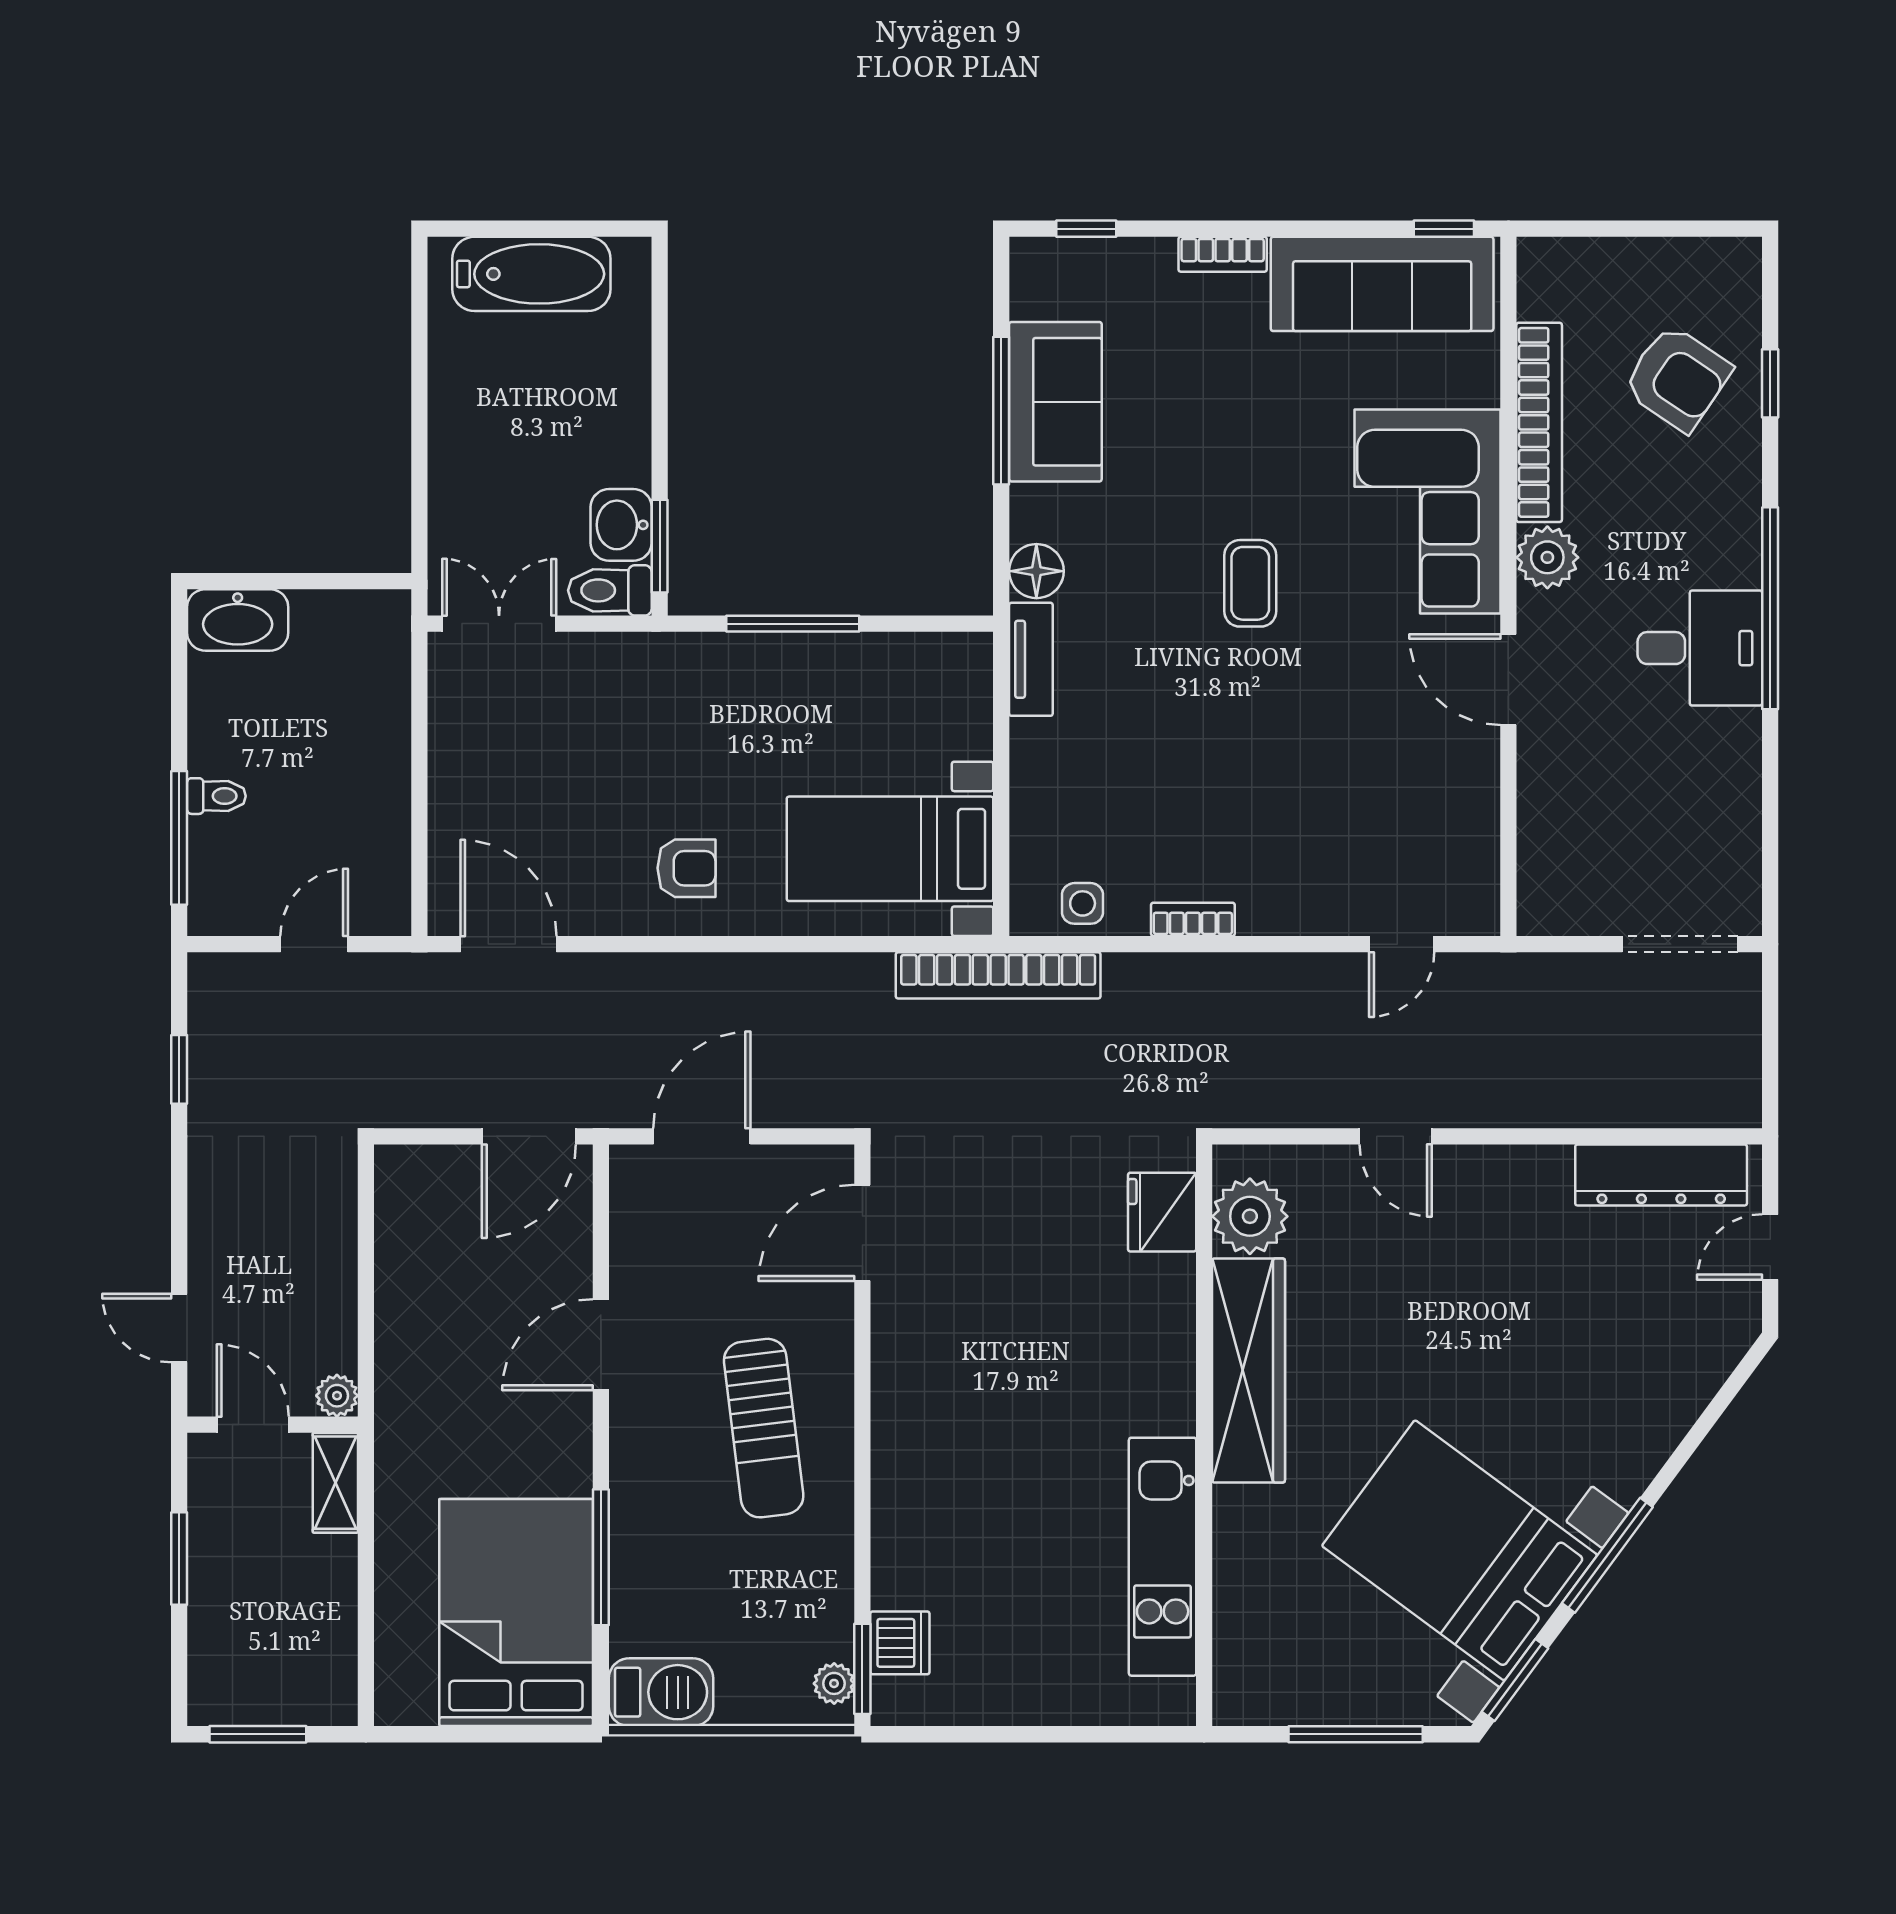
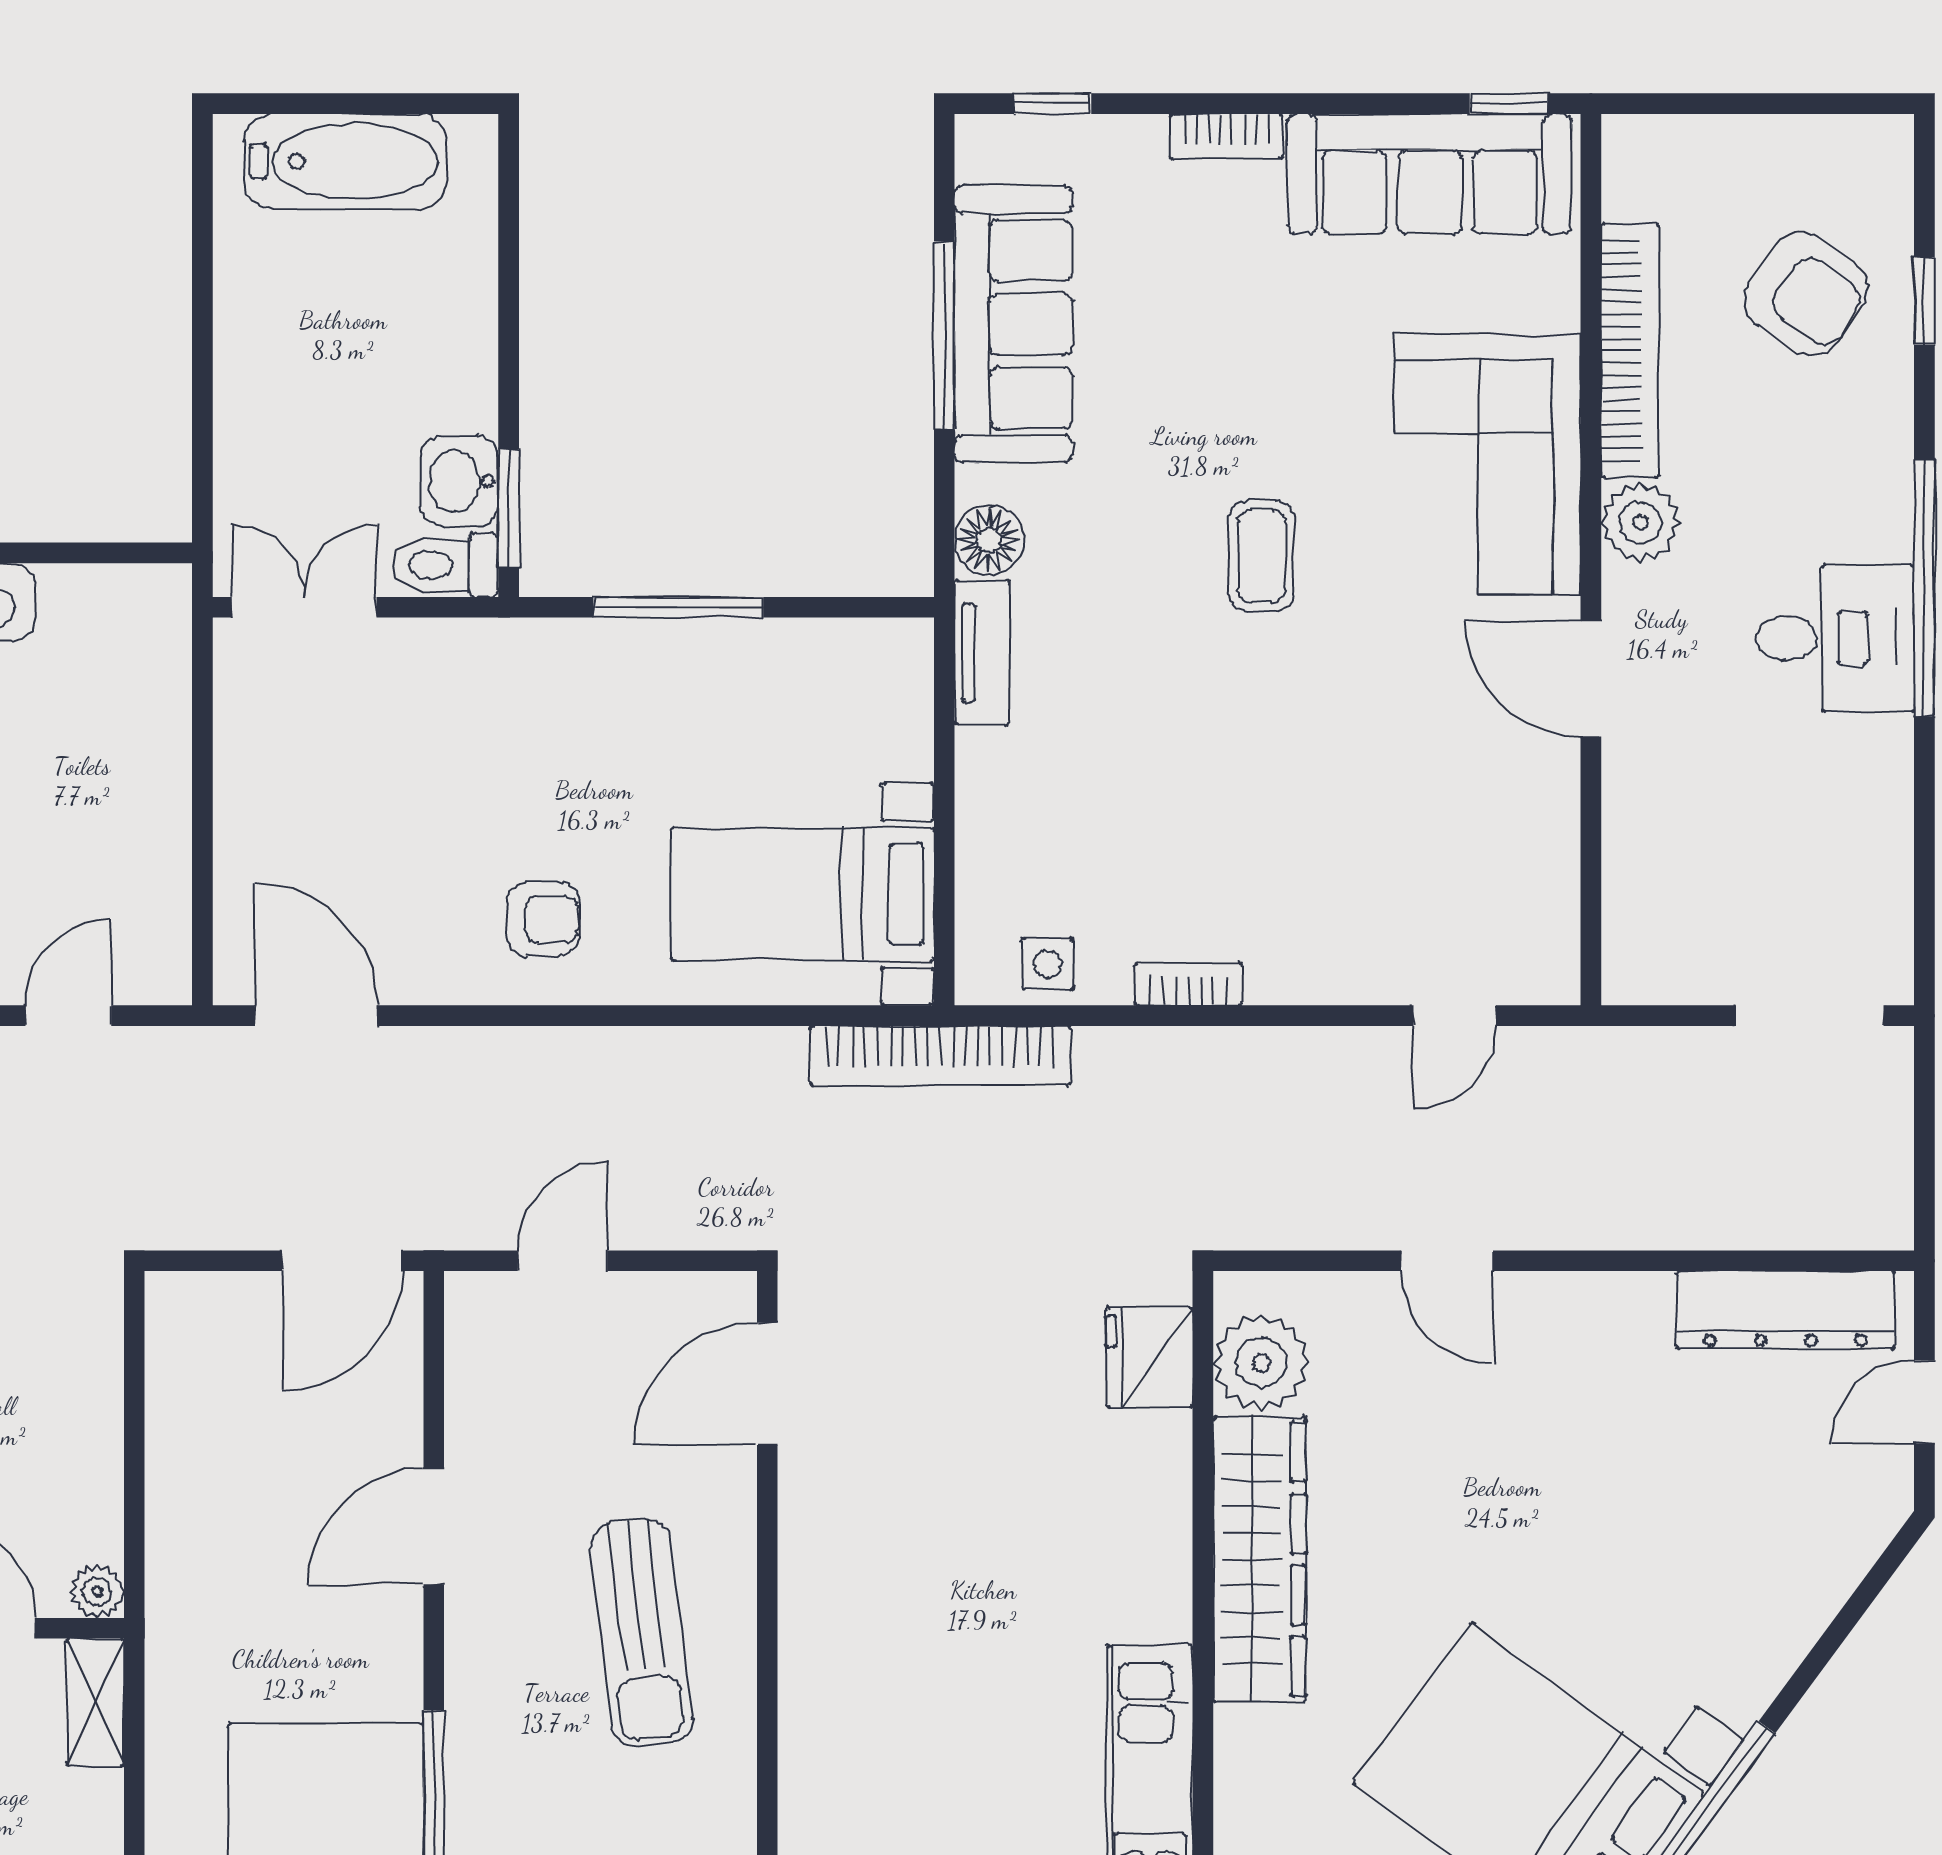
sofa: (1055, 402) -> (1013, 324), width x1.36
door: (702, 1136) -> (563, 1261), width x0.73

